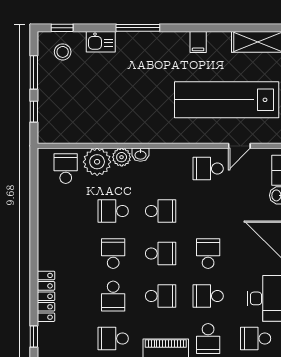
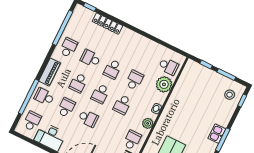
kitchen sink: (101, 42) -> (217, 134), moved
plant: (122, 157) -> (148, 123), moved
school desk: (113, 254) -> (112, 69), turned 90

